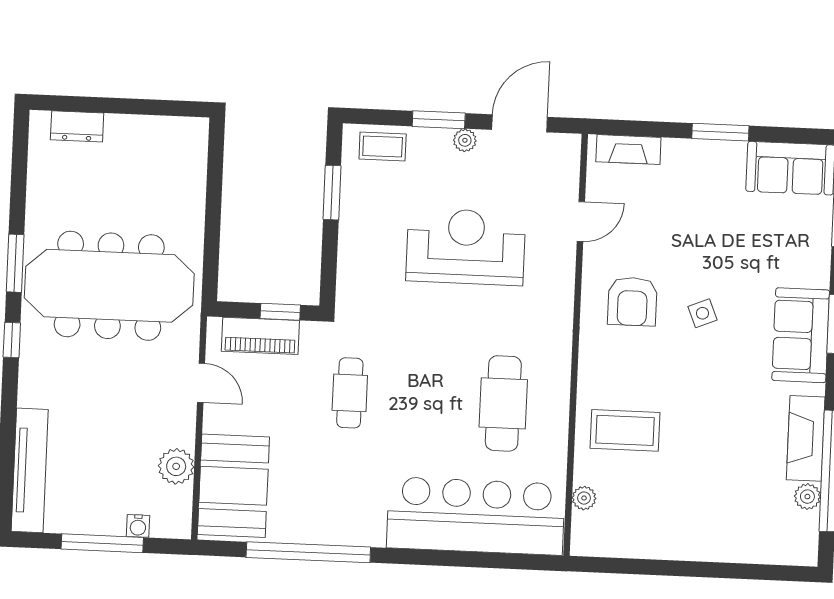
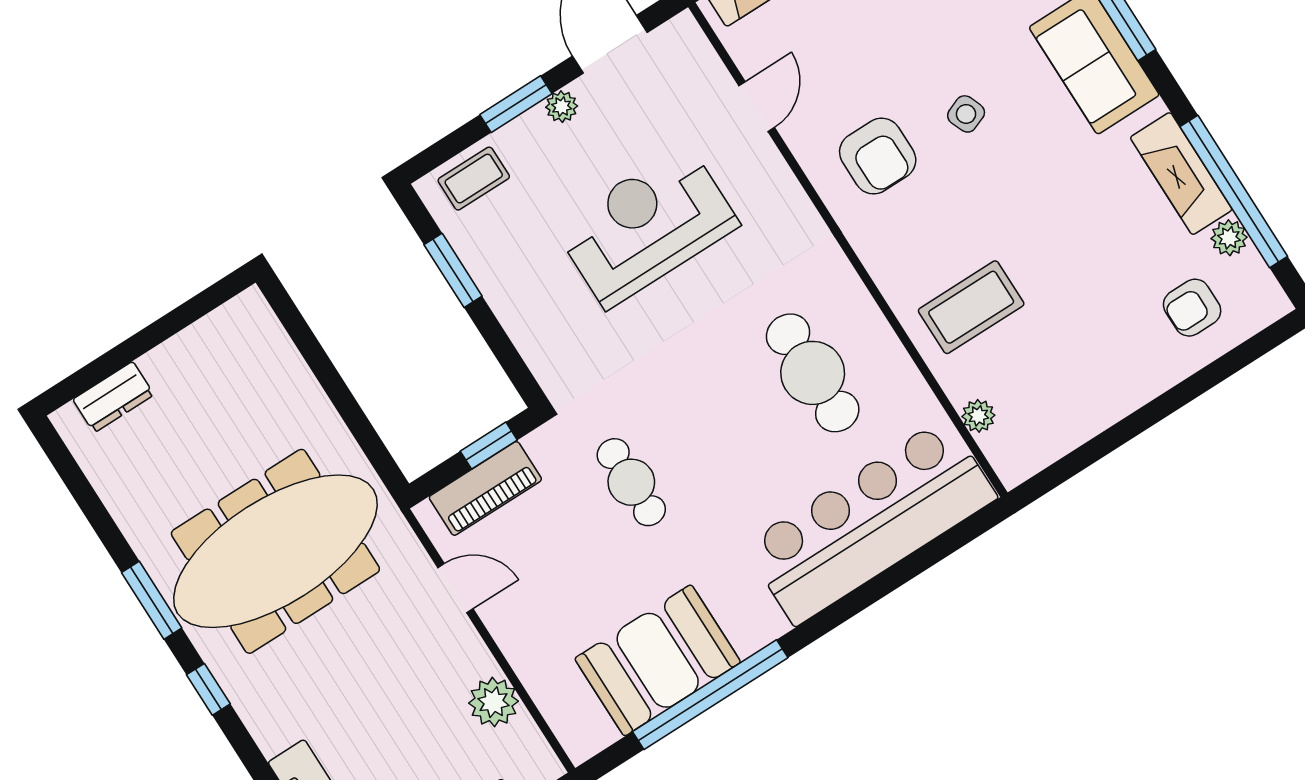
booth: (233, 486) -> (658, 660), moved, turned 90
armchair: (756, 523) -> (1192, 308), added

